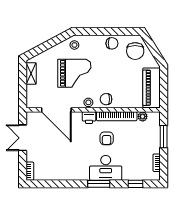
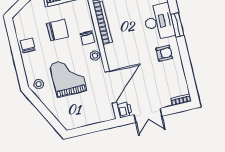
chair: (135, 51) -> (57, 30), moved
shelving: (31, 73) -> (79, 122), removed
printer: (89, 118) -> (124, 110), moved
armchair: (107, 138) -> (164, 53), moved

